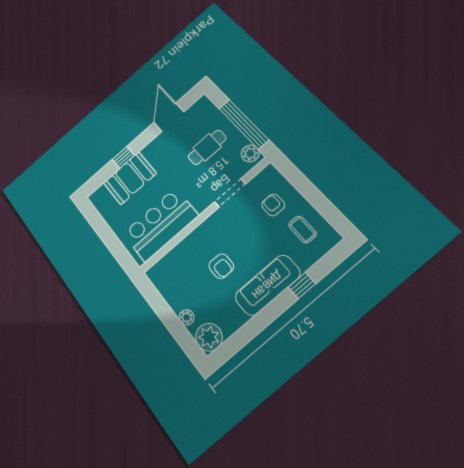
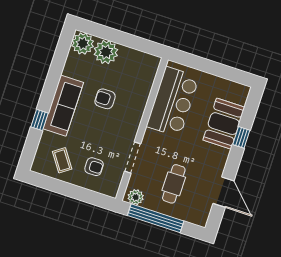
coffee table: (302, 229) -> (62, 160), turned 55
plant: (187, 317) -> (106, 52), width x1.87, depth x1.87

